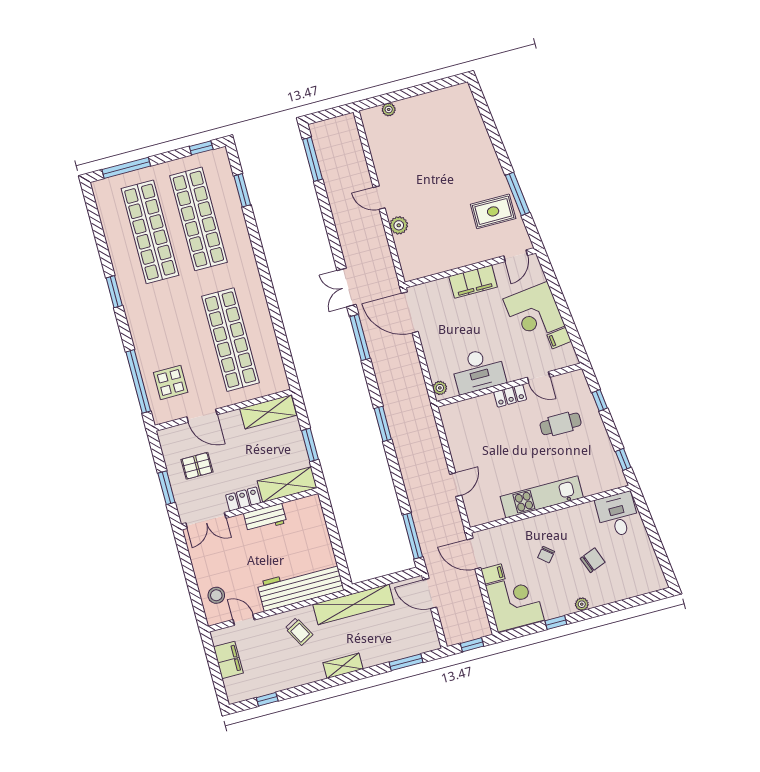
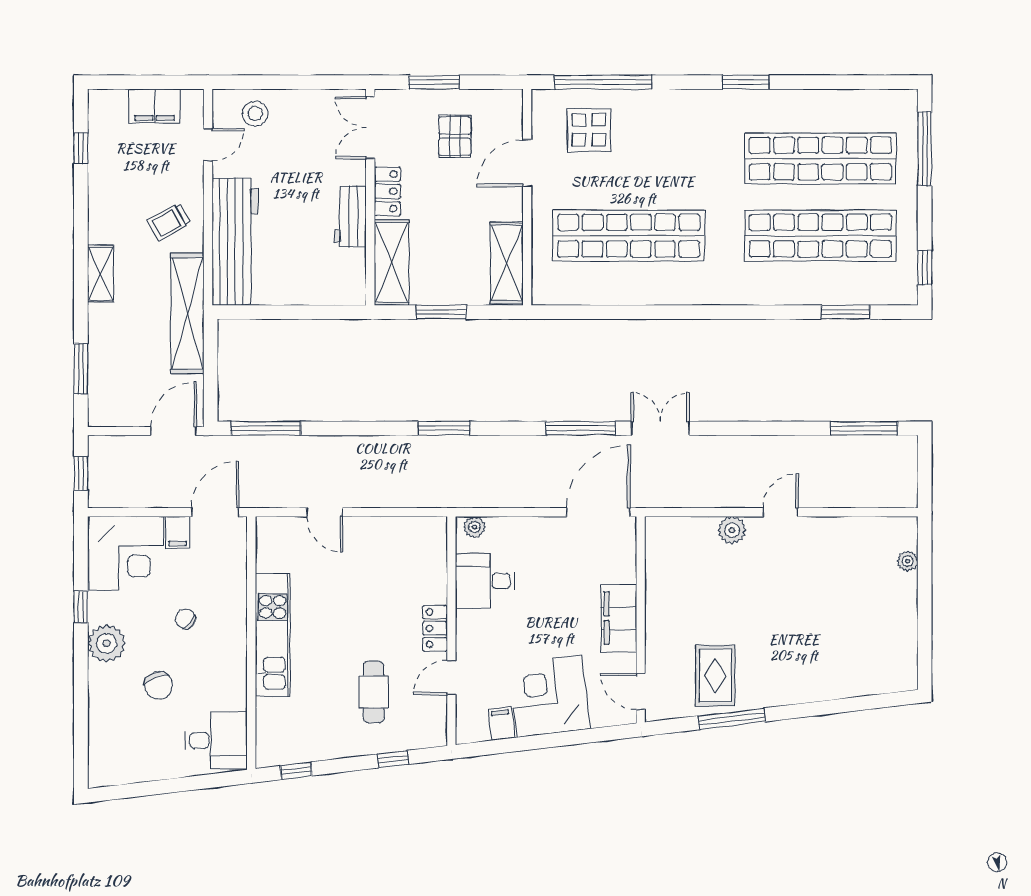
desk: (478, 371) -> (485, 581), width x0.73
plant: (582, 604) -> (107, 643), width x1.87, depth x1.87

